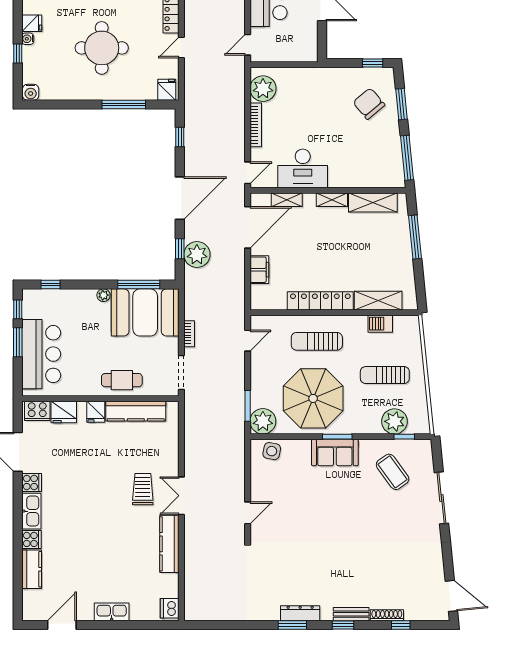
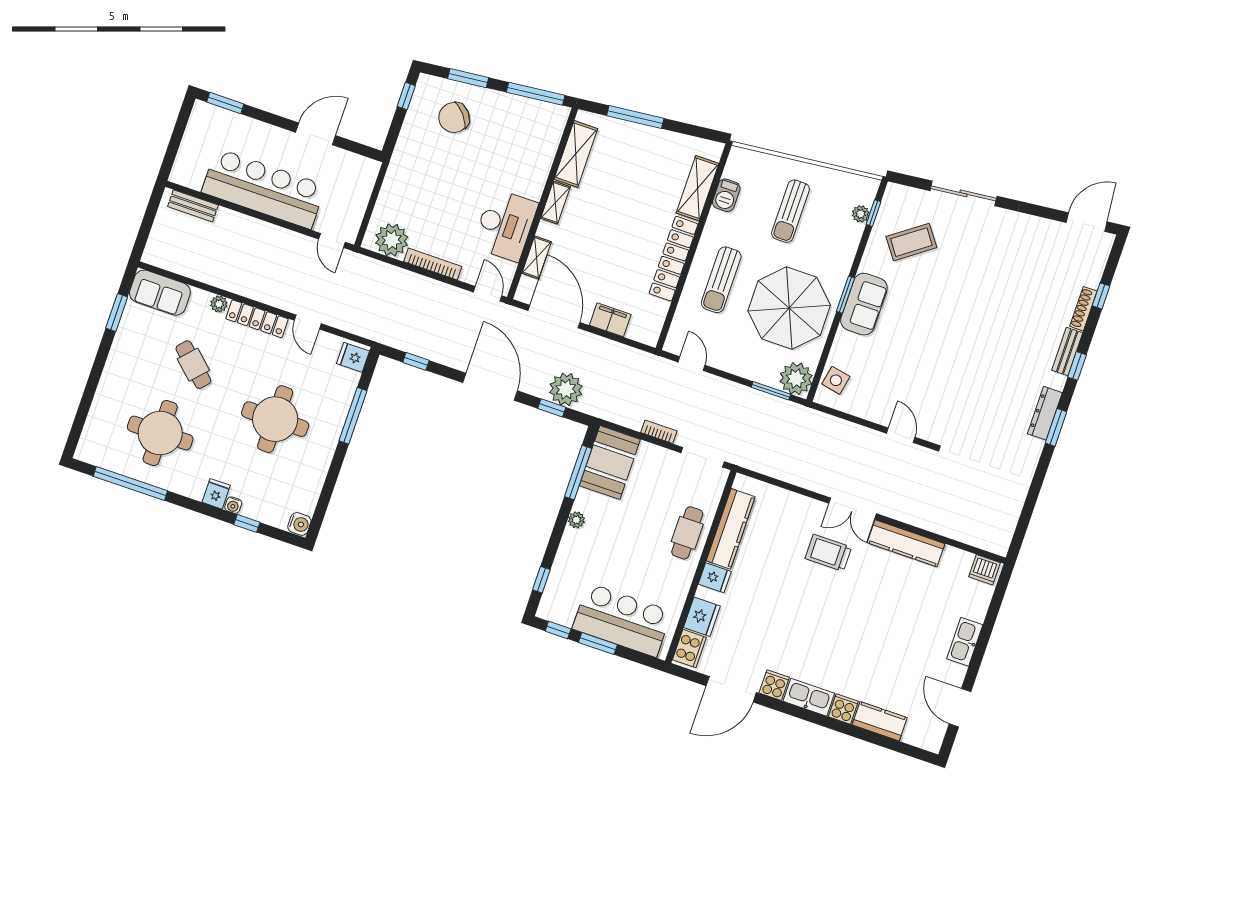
booth: (145, 312) -> (610, 463), width x0.73, depth x0.70
plant: (394, 421) -> (861, 214), width x0.53, depth x0.53

